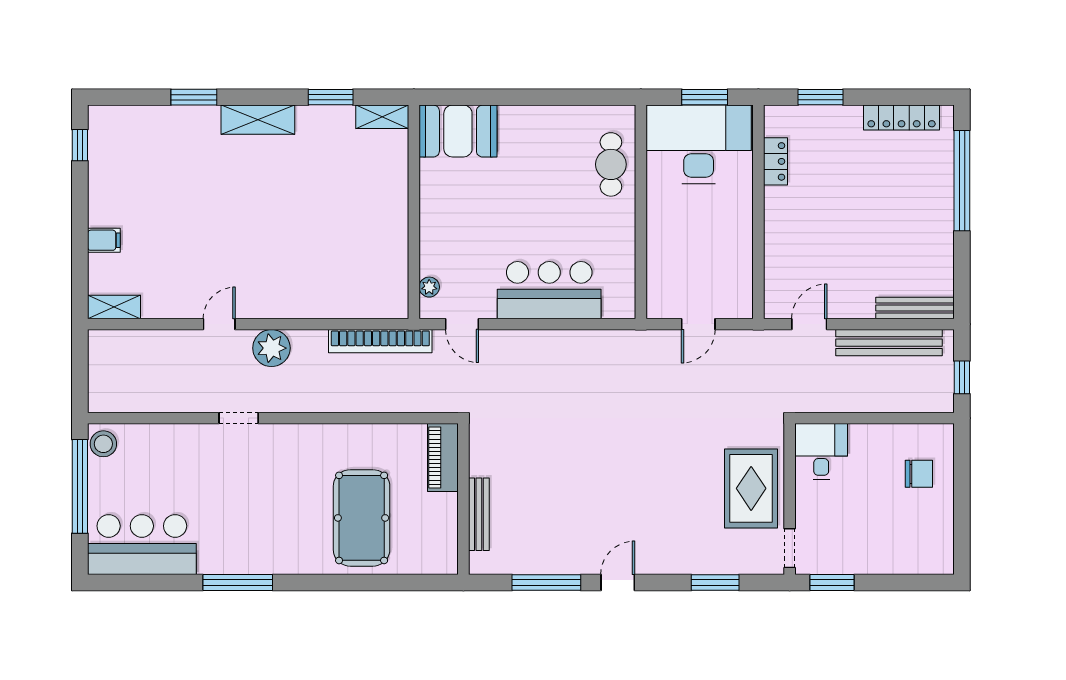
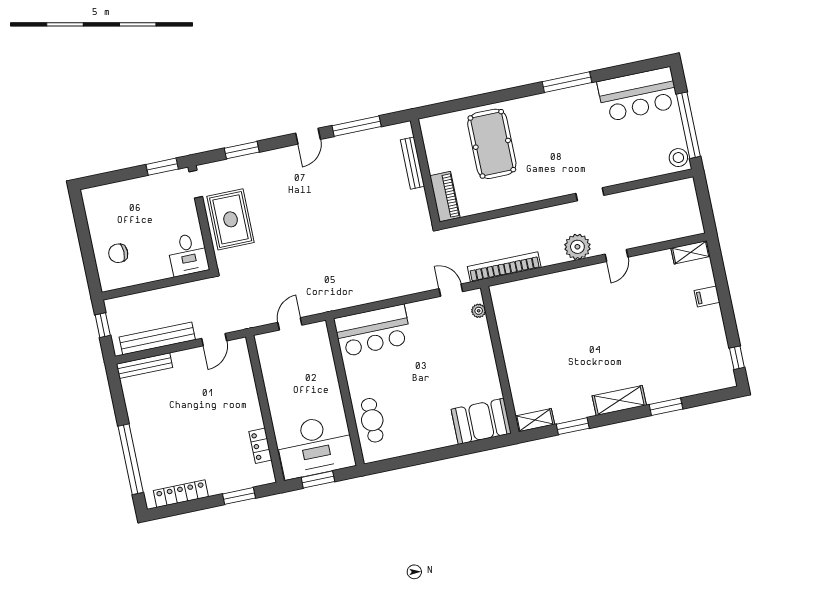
bar counter: (549, 290) -> (373, 331), moved

